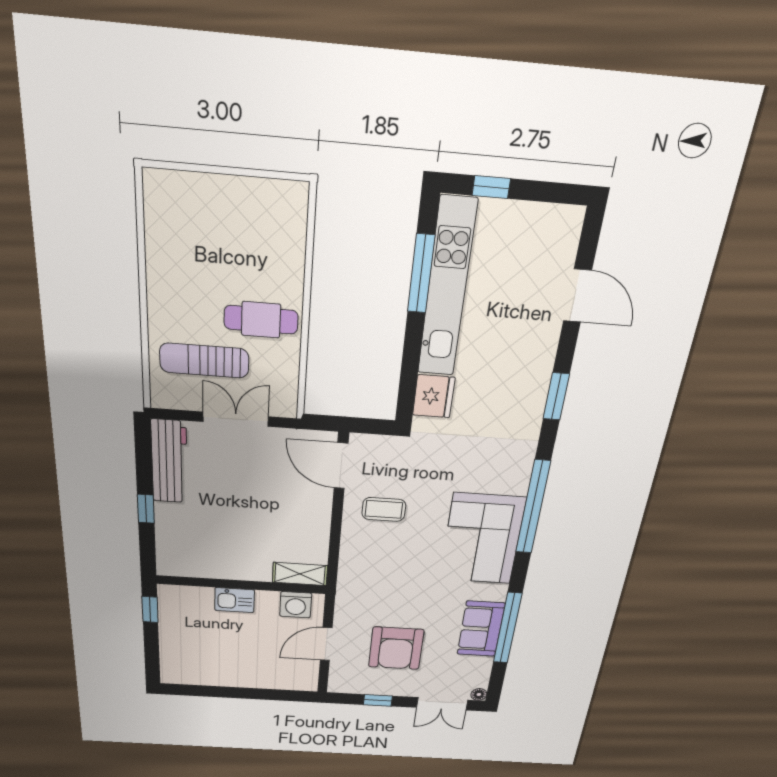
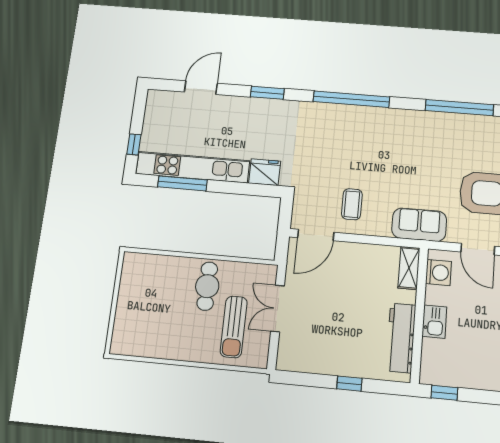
workbench: (169, 462) -> (401, 338), moved, turned -90
corner sofa: (482, 539) -> (378, 132), removed
sofa: (481, 629) -> (419, 225), moved, turned 180

